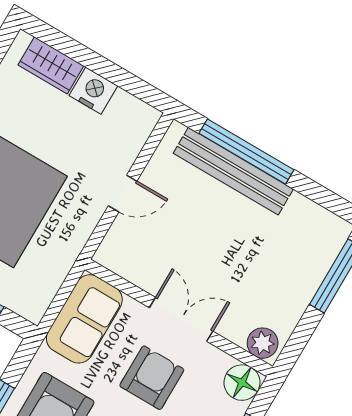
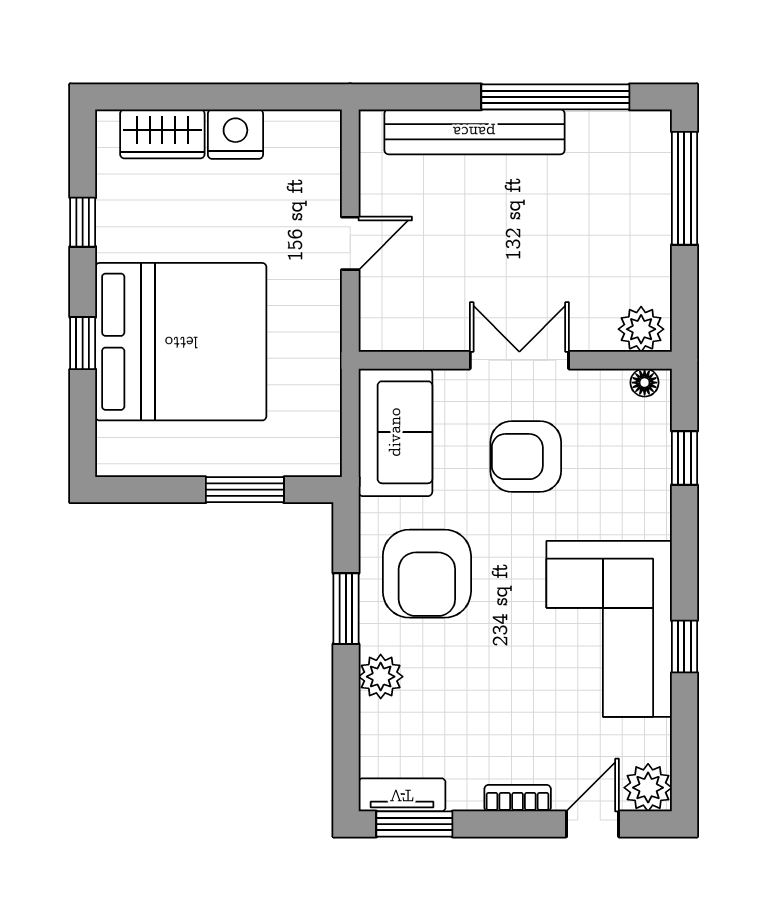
window: (246, 152) -> (555, 97), moved
armchair: (152, 378) -> (526, 457), turned -90
floor lamp: (242, 383) -> (645, 383), width x0.53, depth x0.53

